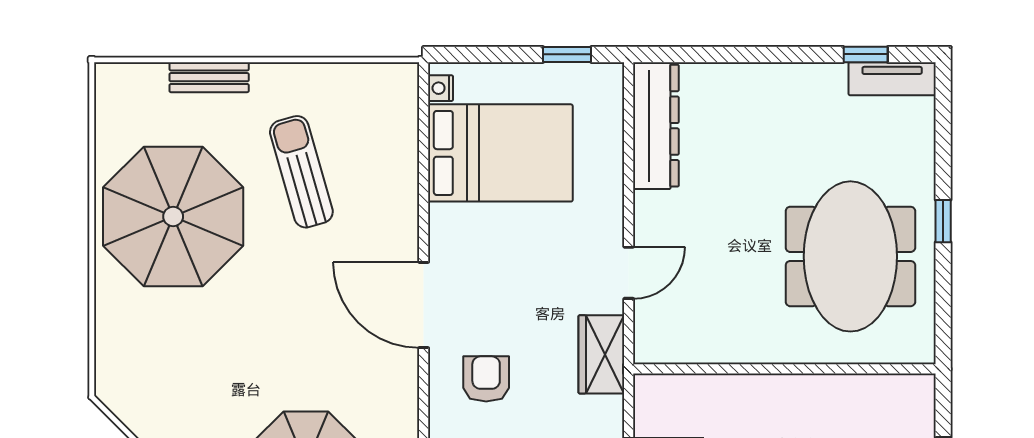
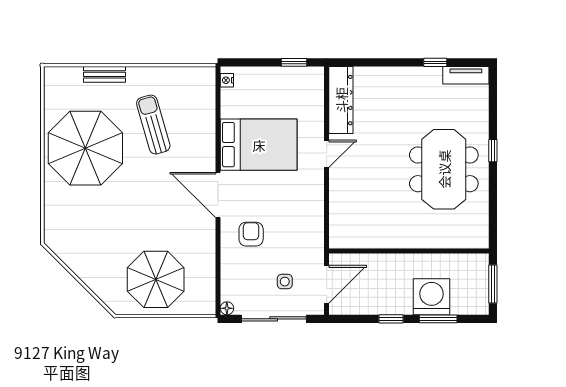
window: (866, 54) -> (435, 62), moved
bed: (500, 153) -> (259, 145), moved
door: (629, 273) -> (327, 154), moved
wardrobe: (601, 354) -> (312, 221), removed
wall: (784, 369) -> (409, 251), moved

